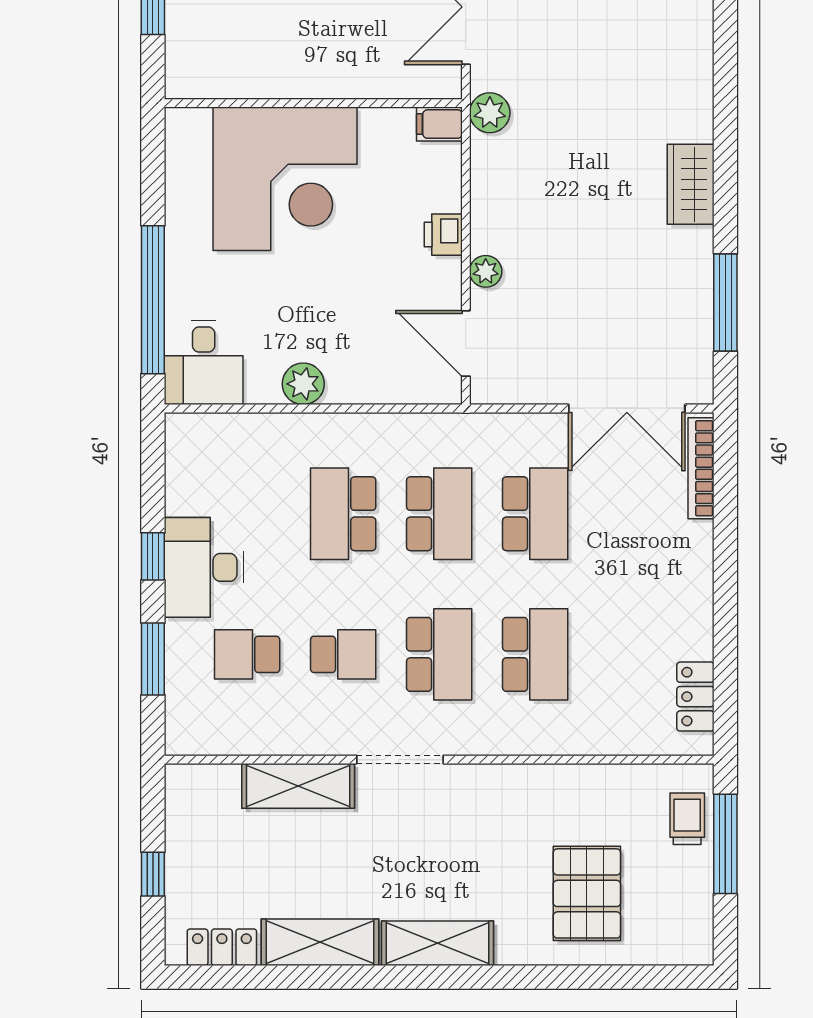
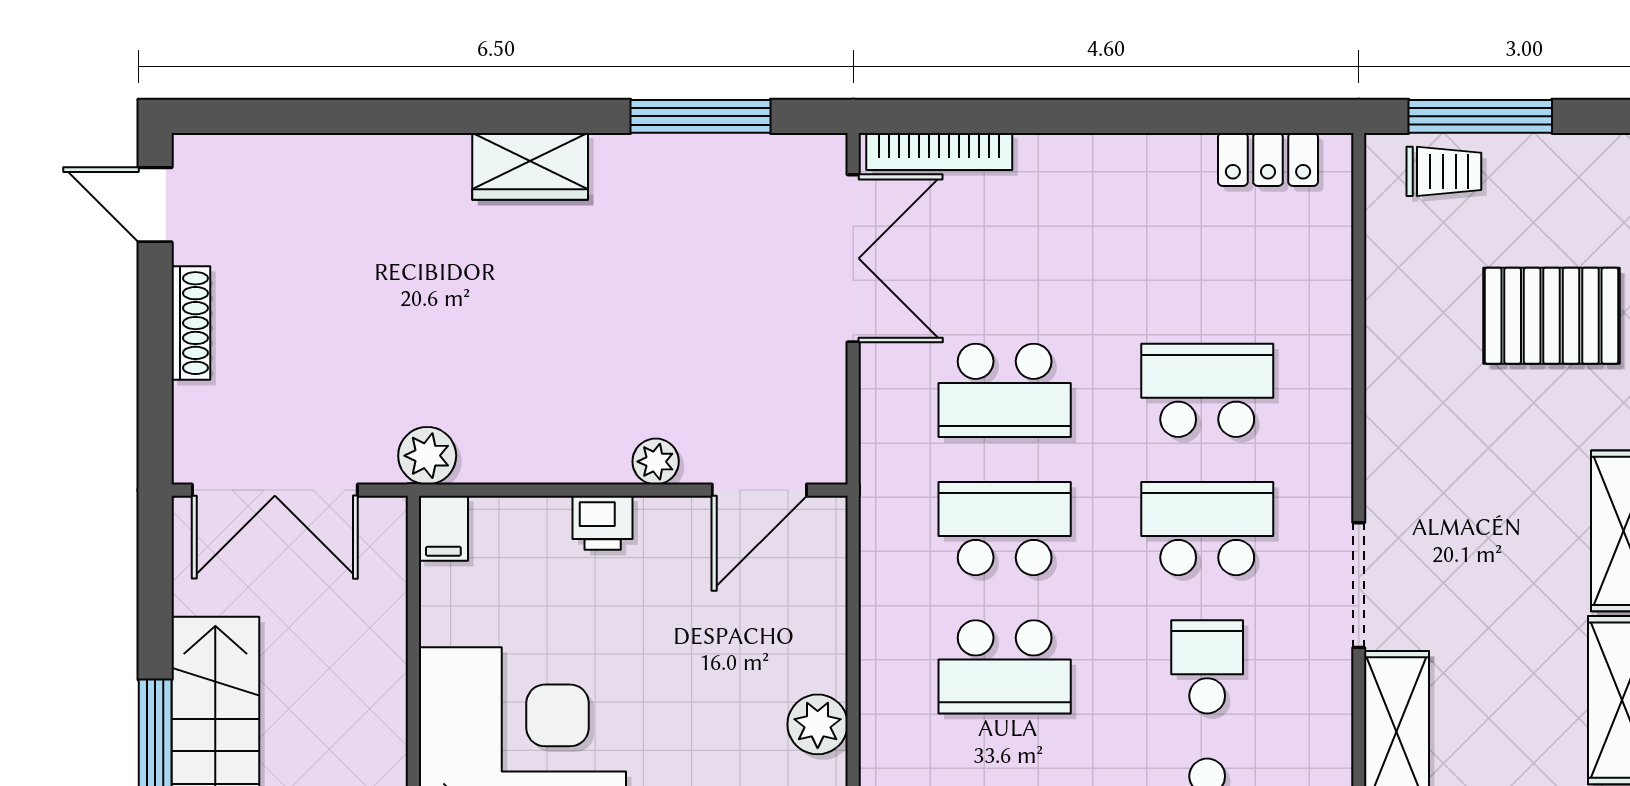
school desk: (535, 514) -> (1005, 390), turned 180
trolley: (687, 819) -> (1444, 171), turned 180

